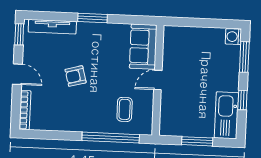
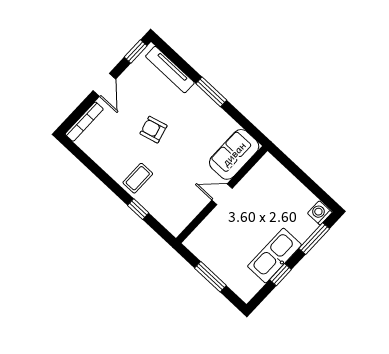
coffee table: (125, 109) -> (138, 178), moved
kitchen sink: (227, 115) -> (274, 256), moved
window: (111, 138) -> (138, 209), width x0.32

